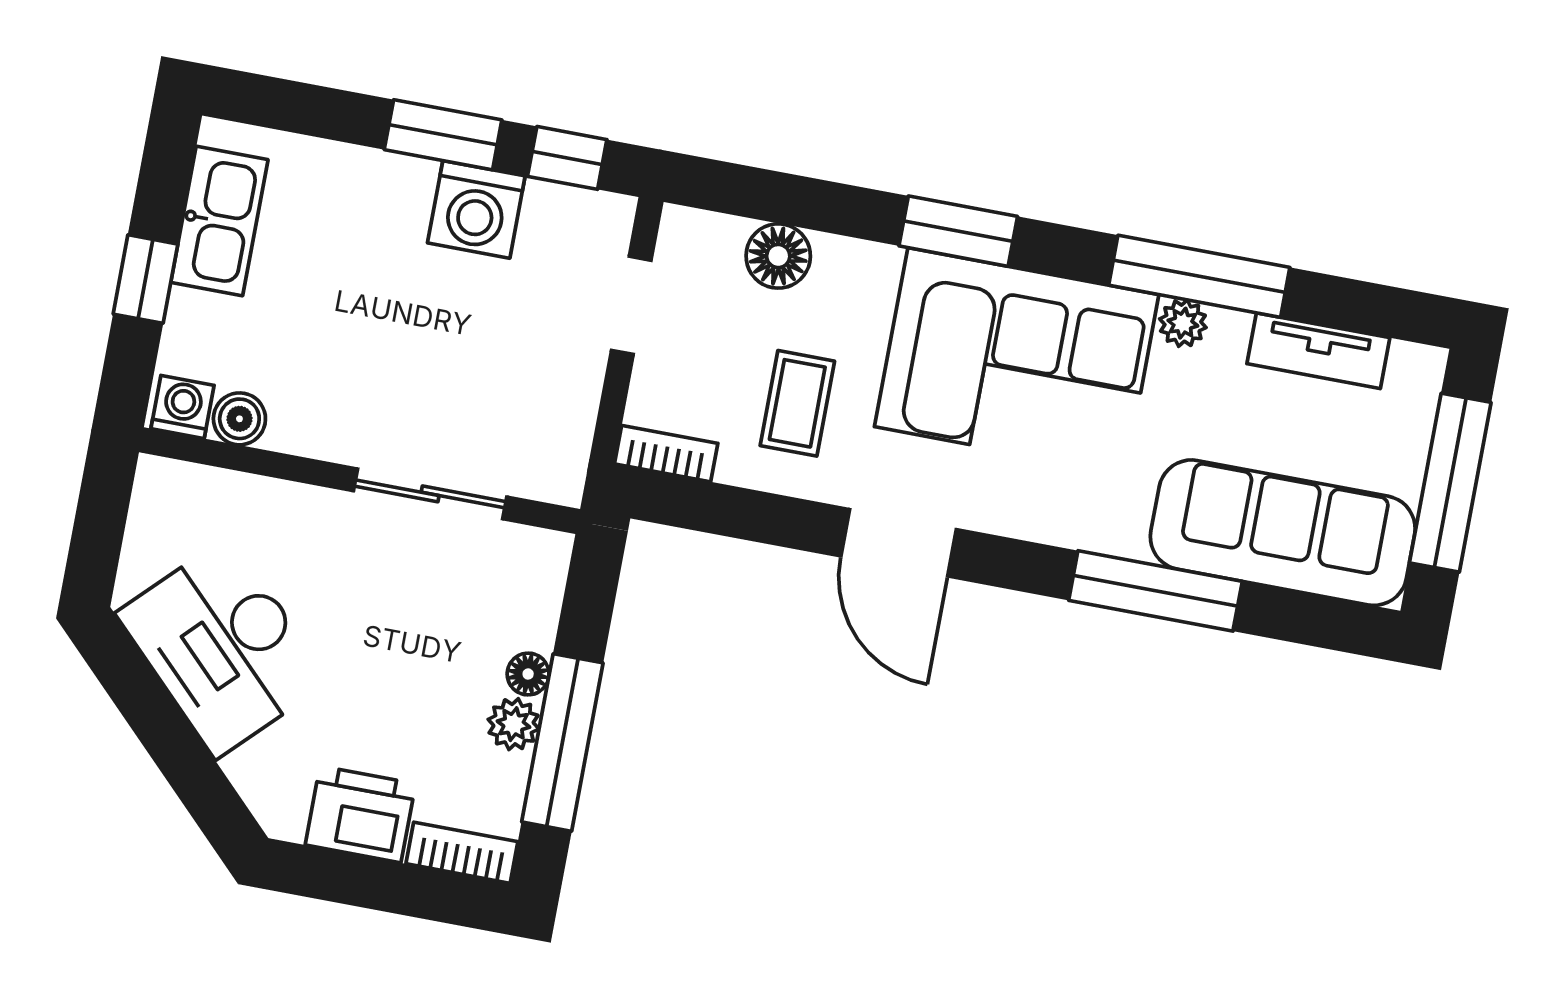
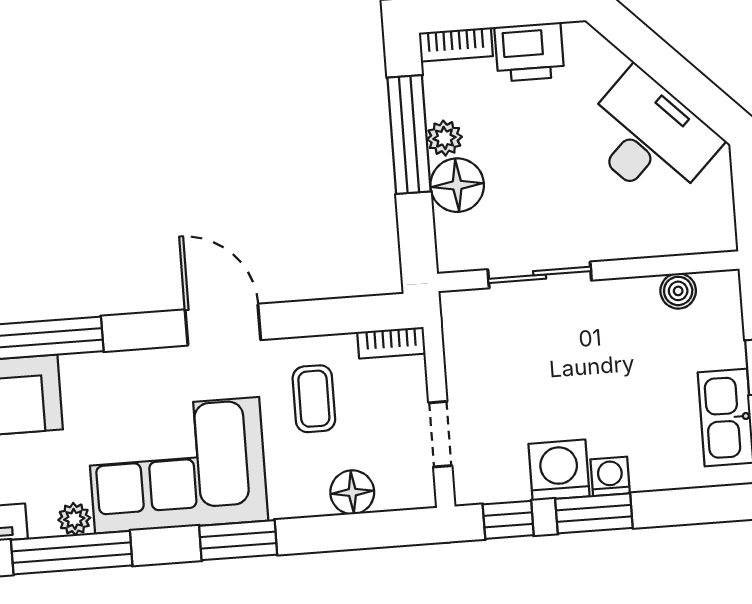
washing machine: (182, 407) -> (610, 476), moved, turned 180
floor lamp: (528, 674) -> (457, 185), width x1.89, depth x1.89

